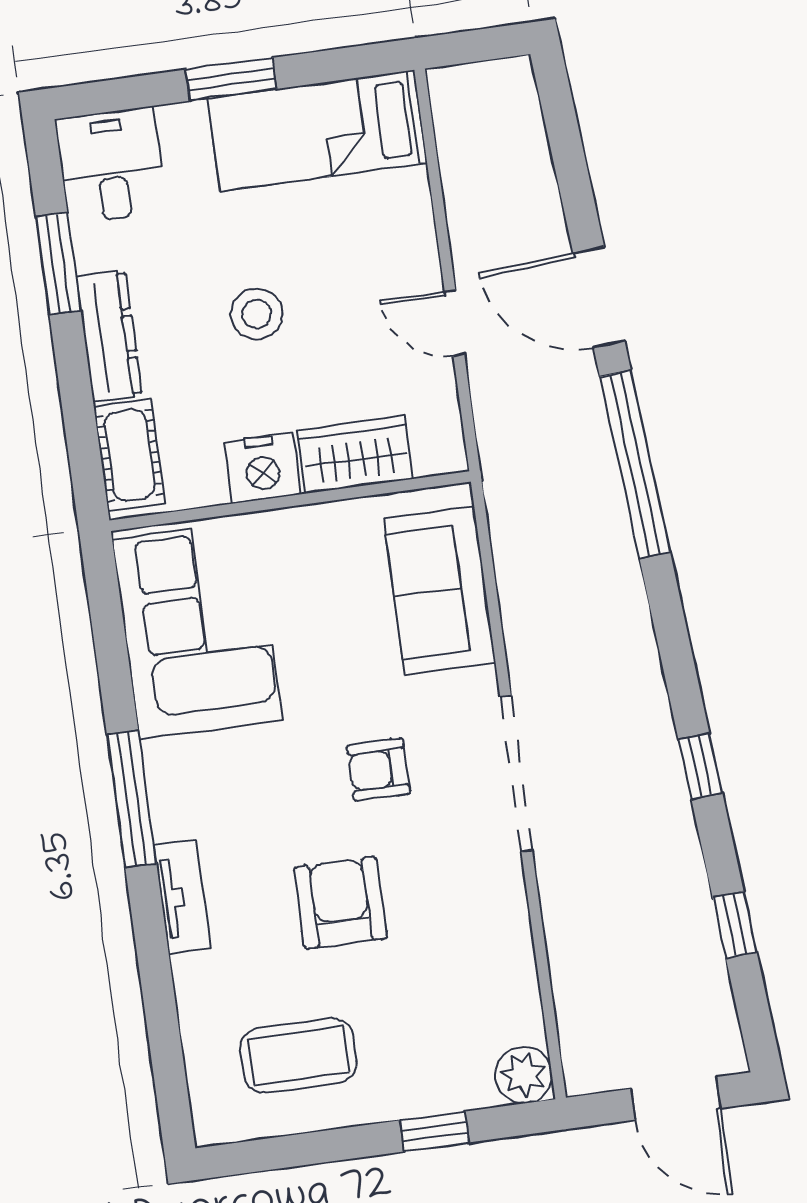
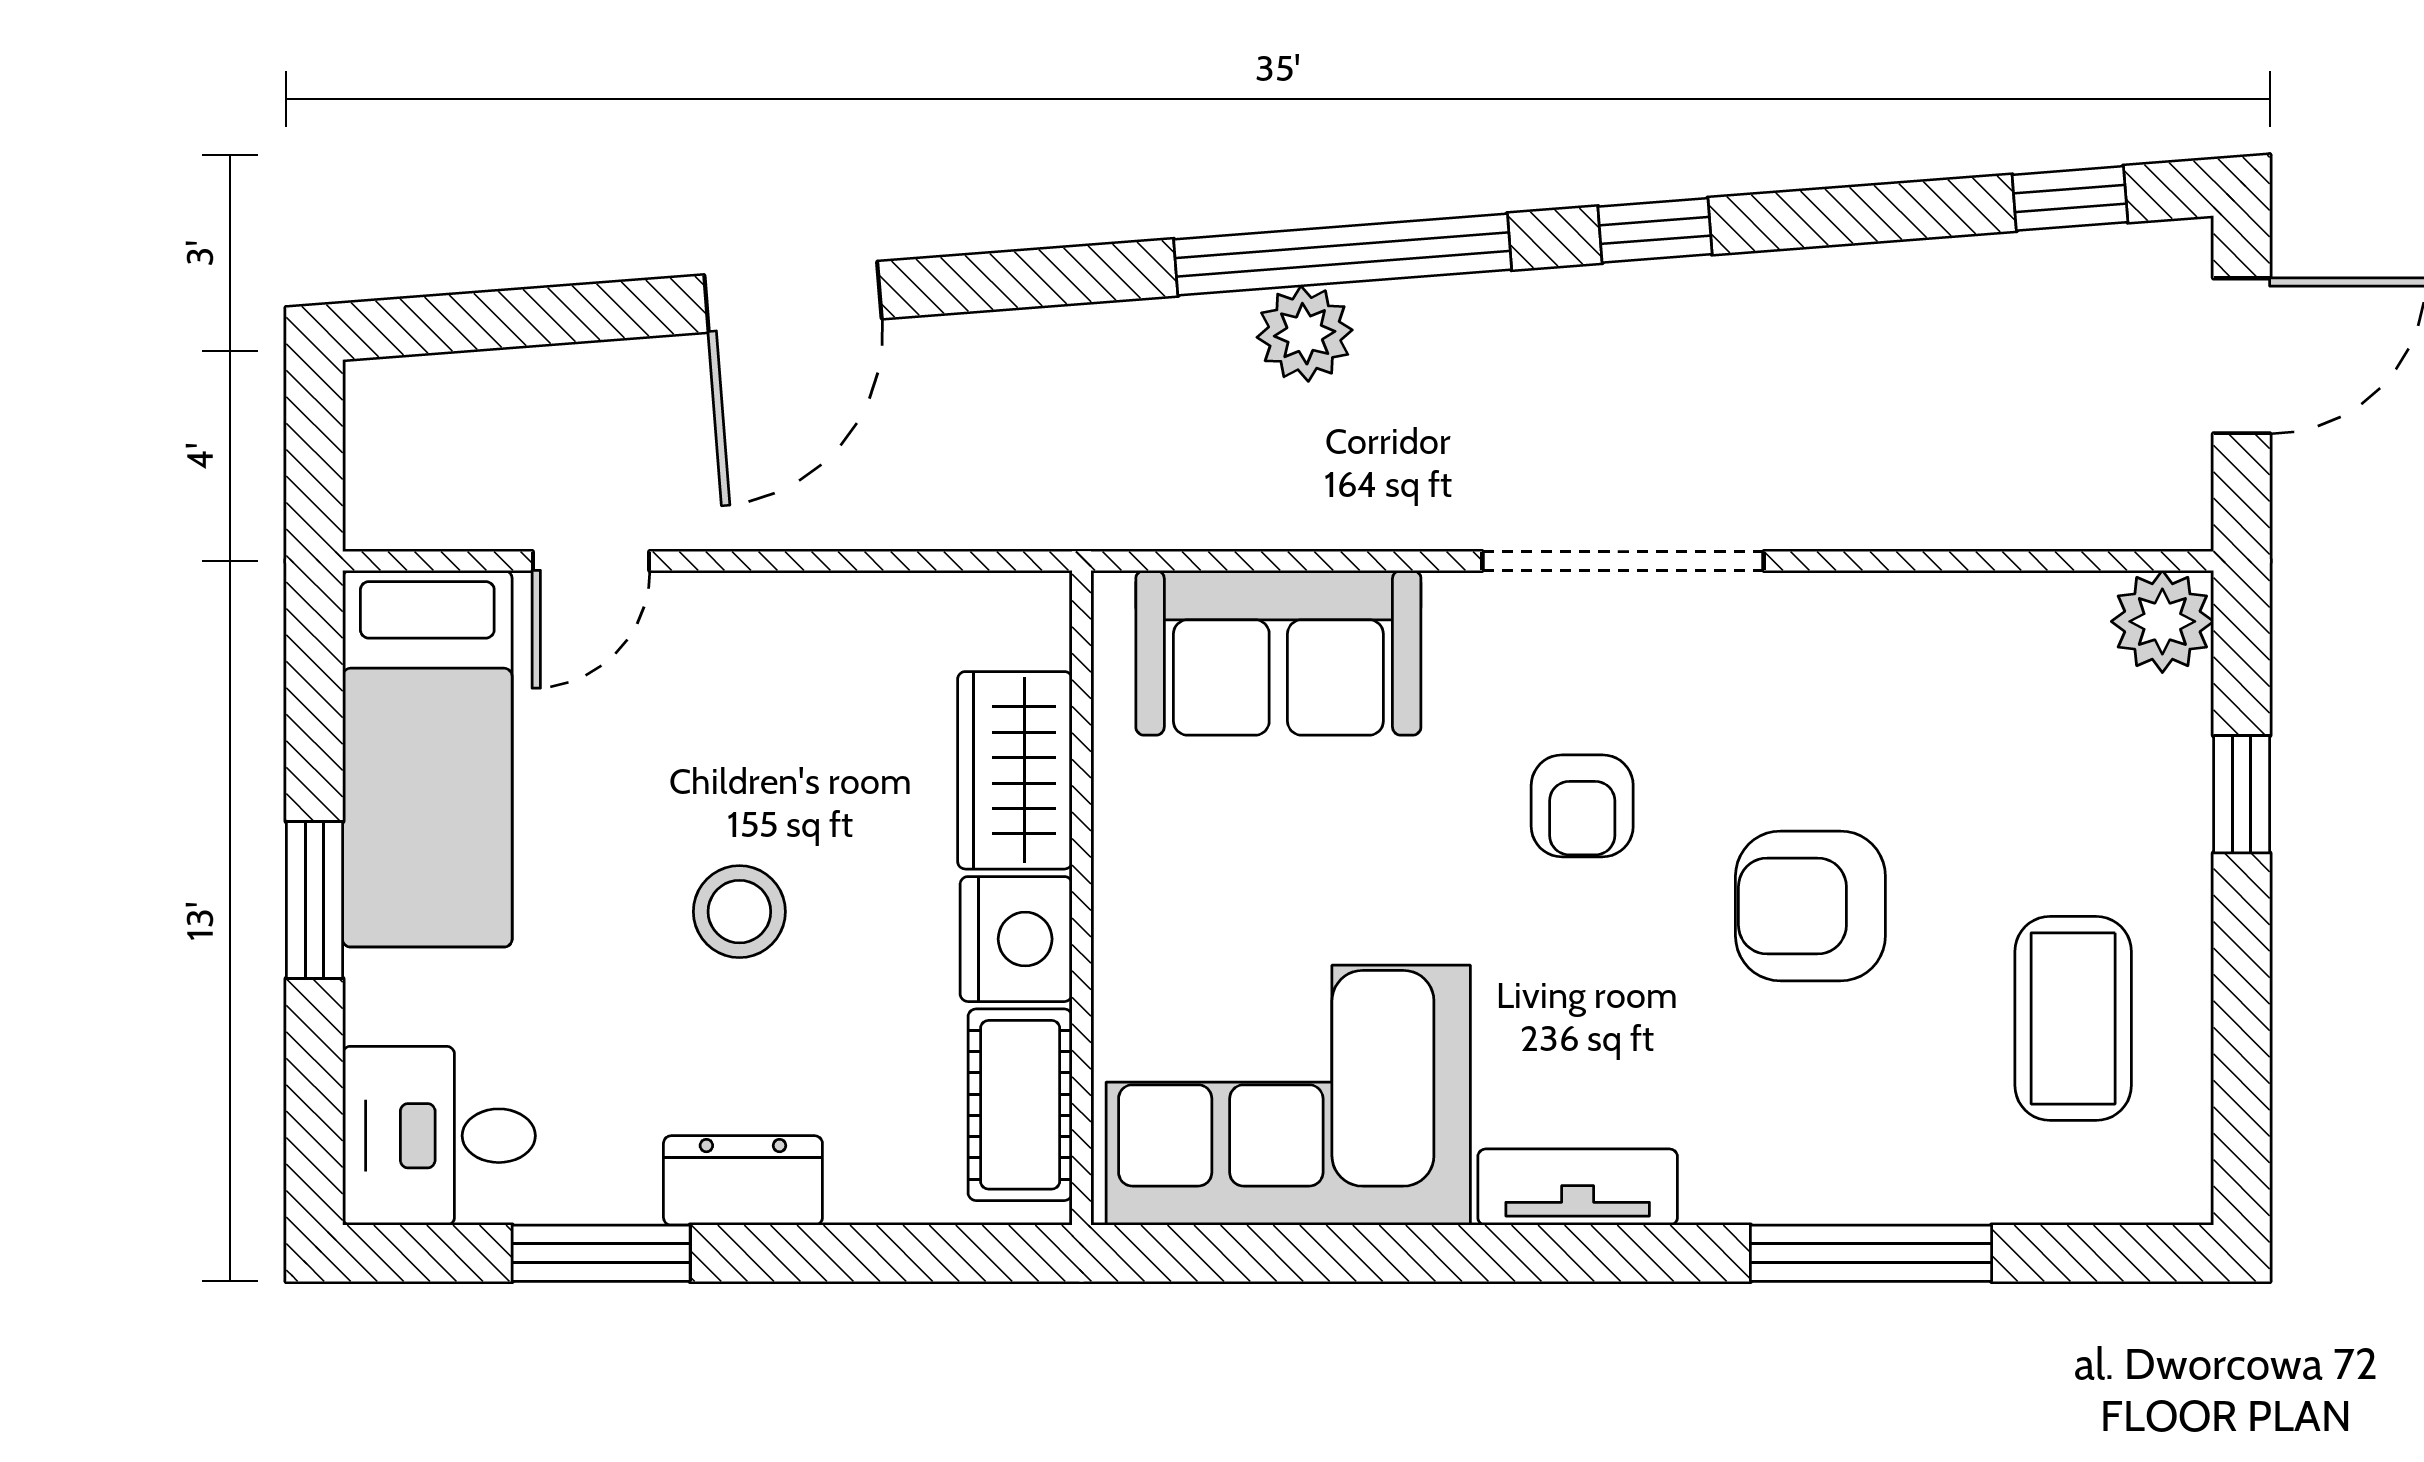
door: (454, 323) -> (591, 561), moved
dresser: (109, 336) -> (743, 1180), width x0.70
cot: (129, 455) -> (1020, 1105), moved, turned 90
window: (635, 464) -> (1343, 254), moved
plant: (617, 581) -> (1305, 334), added
window: (132, 799) -> (1871, 1253), moved
tv unit: (182, 897) -> (1578, 1187), moved
window: (735, 925) -> (2070, 198), moved

